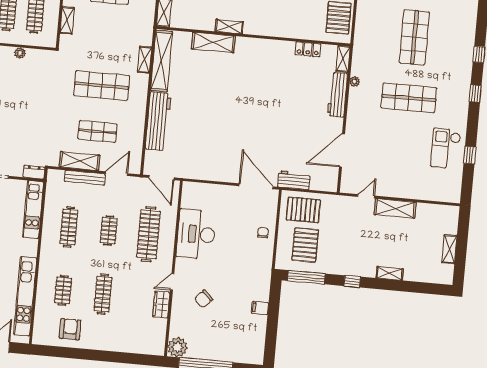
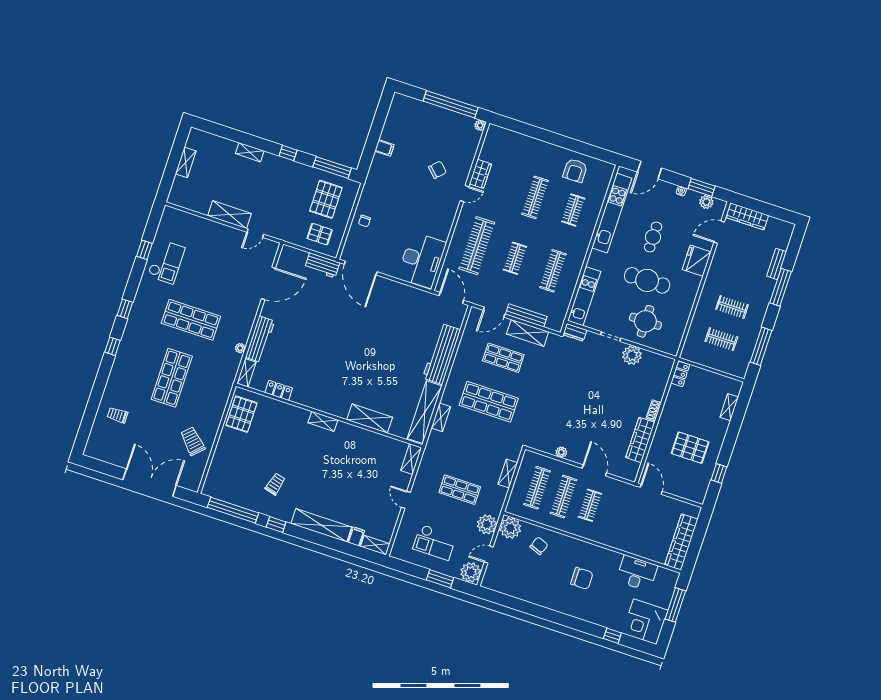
shelving: (229, 27) -> (323, 421), moved
pallet: (303, 210) -> (320, 234), width x0.67, depth x0.71
desk: (196, 234) -> (422, 260), moved
plant: (178, 347) -> (480, 125), width x0.53, depth x0.53

